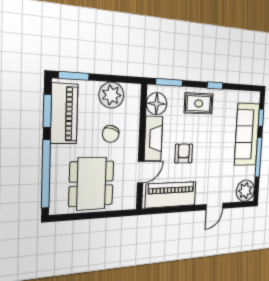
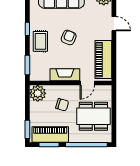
plant: (111, 95) -> (38, 93), moved
floor lamp: (157, 104) -> (42, 74), removed
armchair: (184, 153) -> (69, 37), moved, turned 112
door: (141, 172) -> (87, 83), swing flipped

